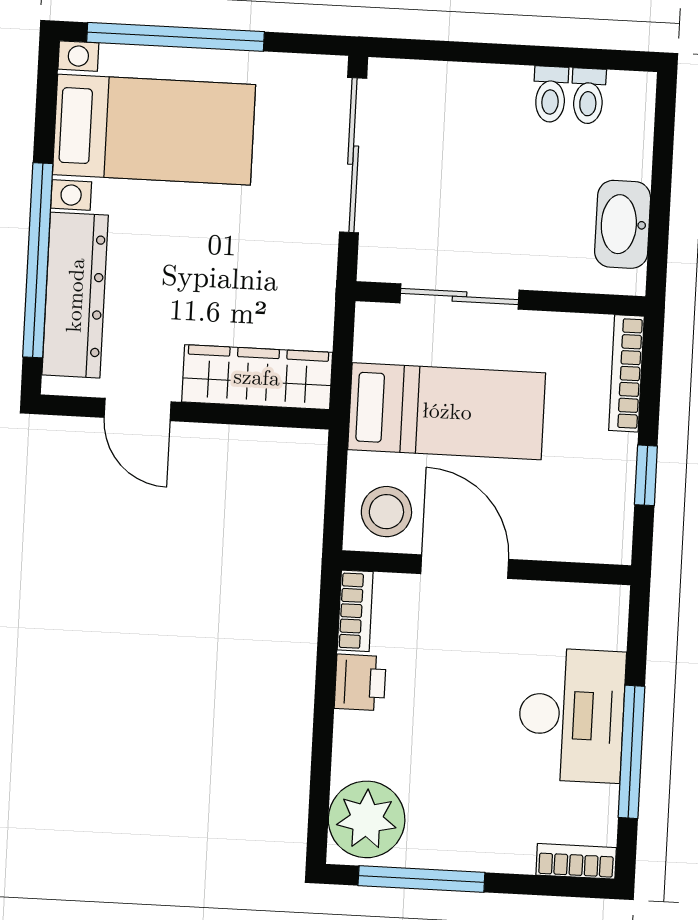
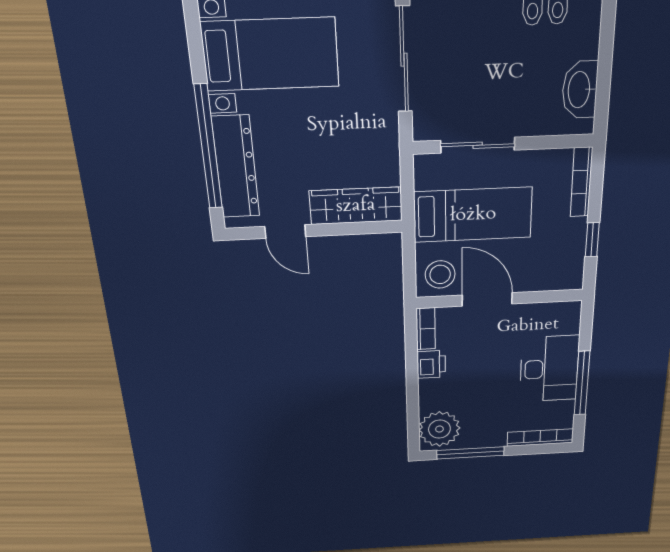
bookcase: (576, 861) -> (540, 437), width x1.56

